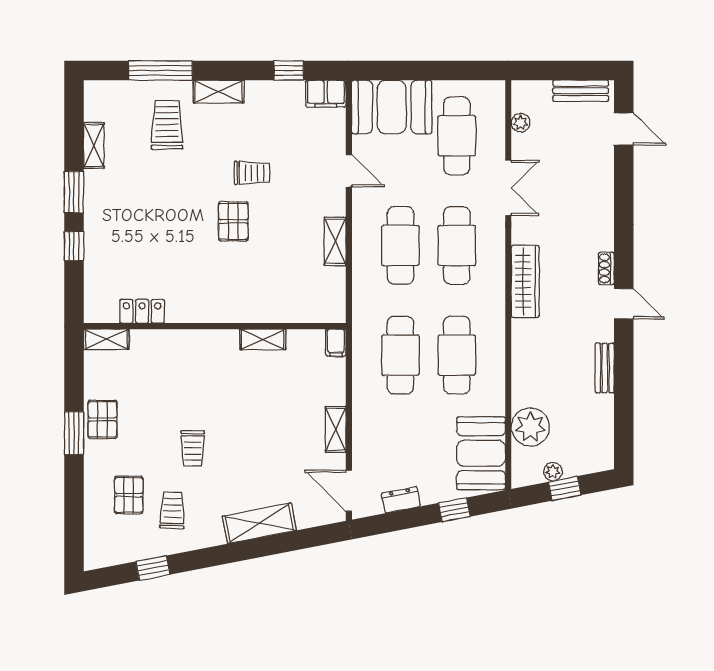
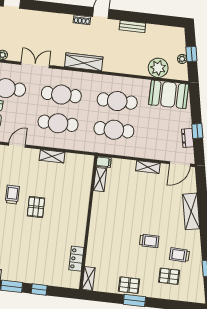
pallet: (233, 221) -> (36, 207), turned 90
shelving: (263, 339) -> (100, 180), moved
window: (454, 510) -> (197, 131), moved

